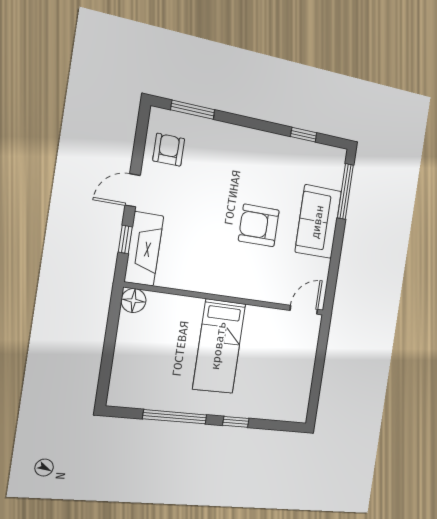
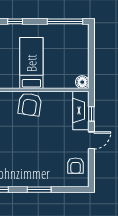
window: (193, 110) -> (39, 190), moved
armchair: (259, 225) -> (30, 104), moved, turned 98
window: (175, 417) -> (65, 21), moved

